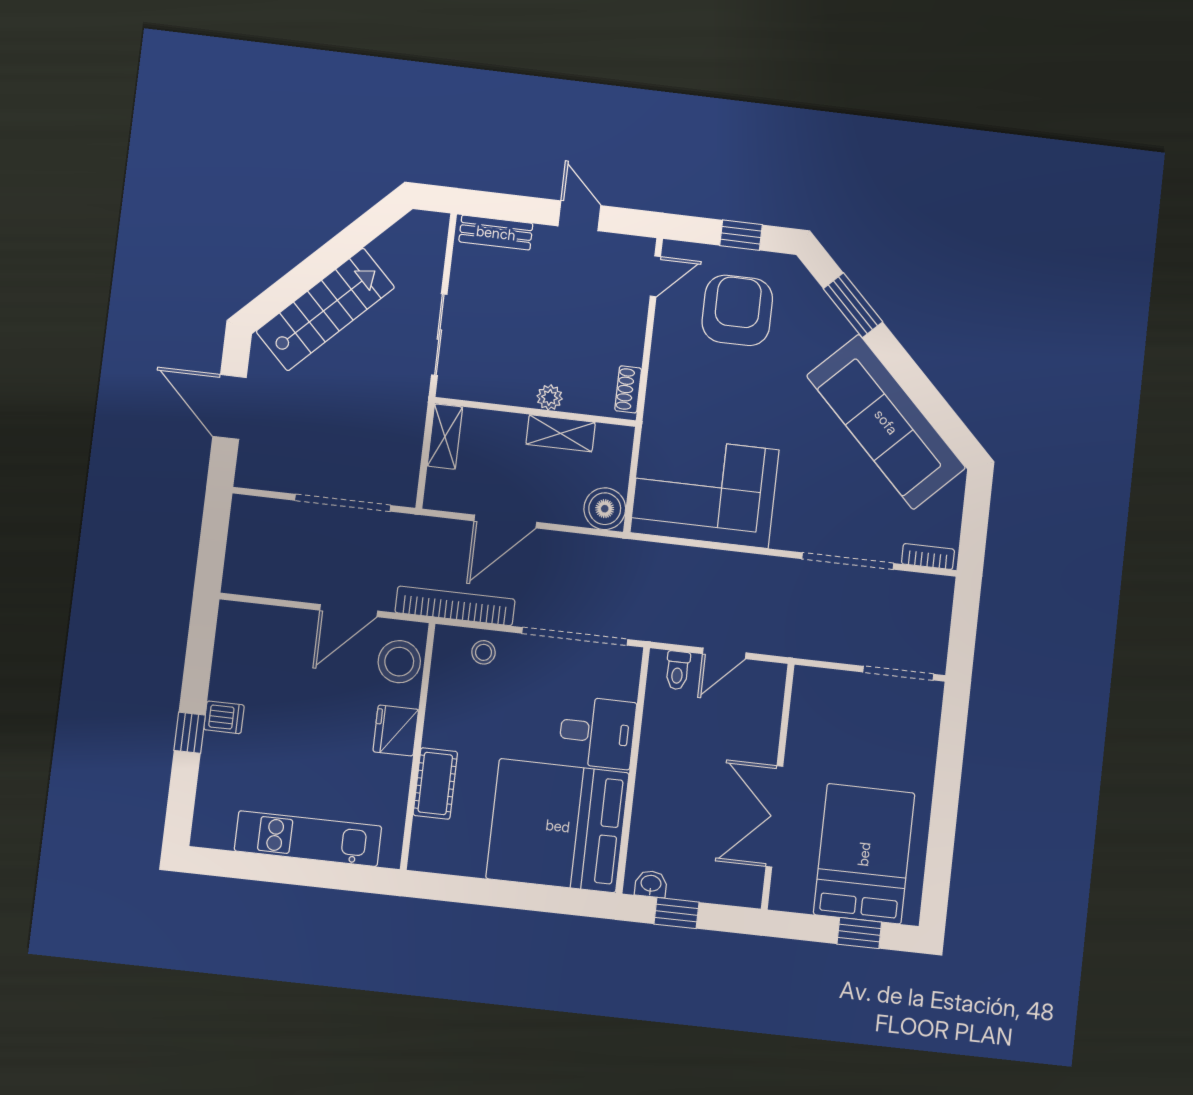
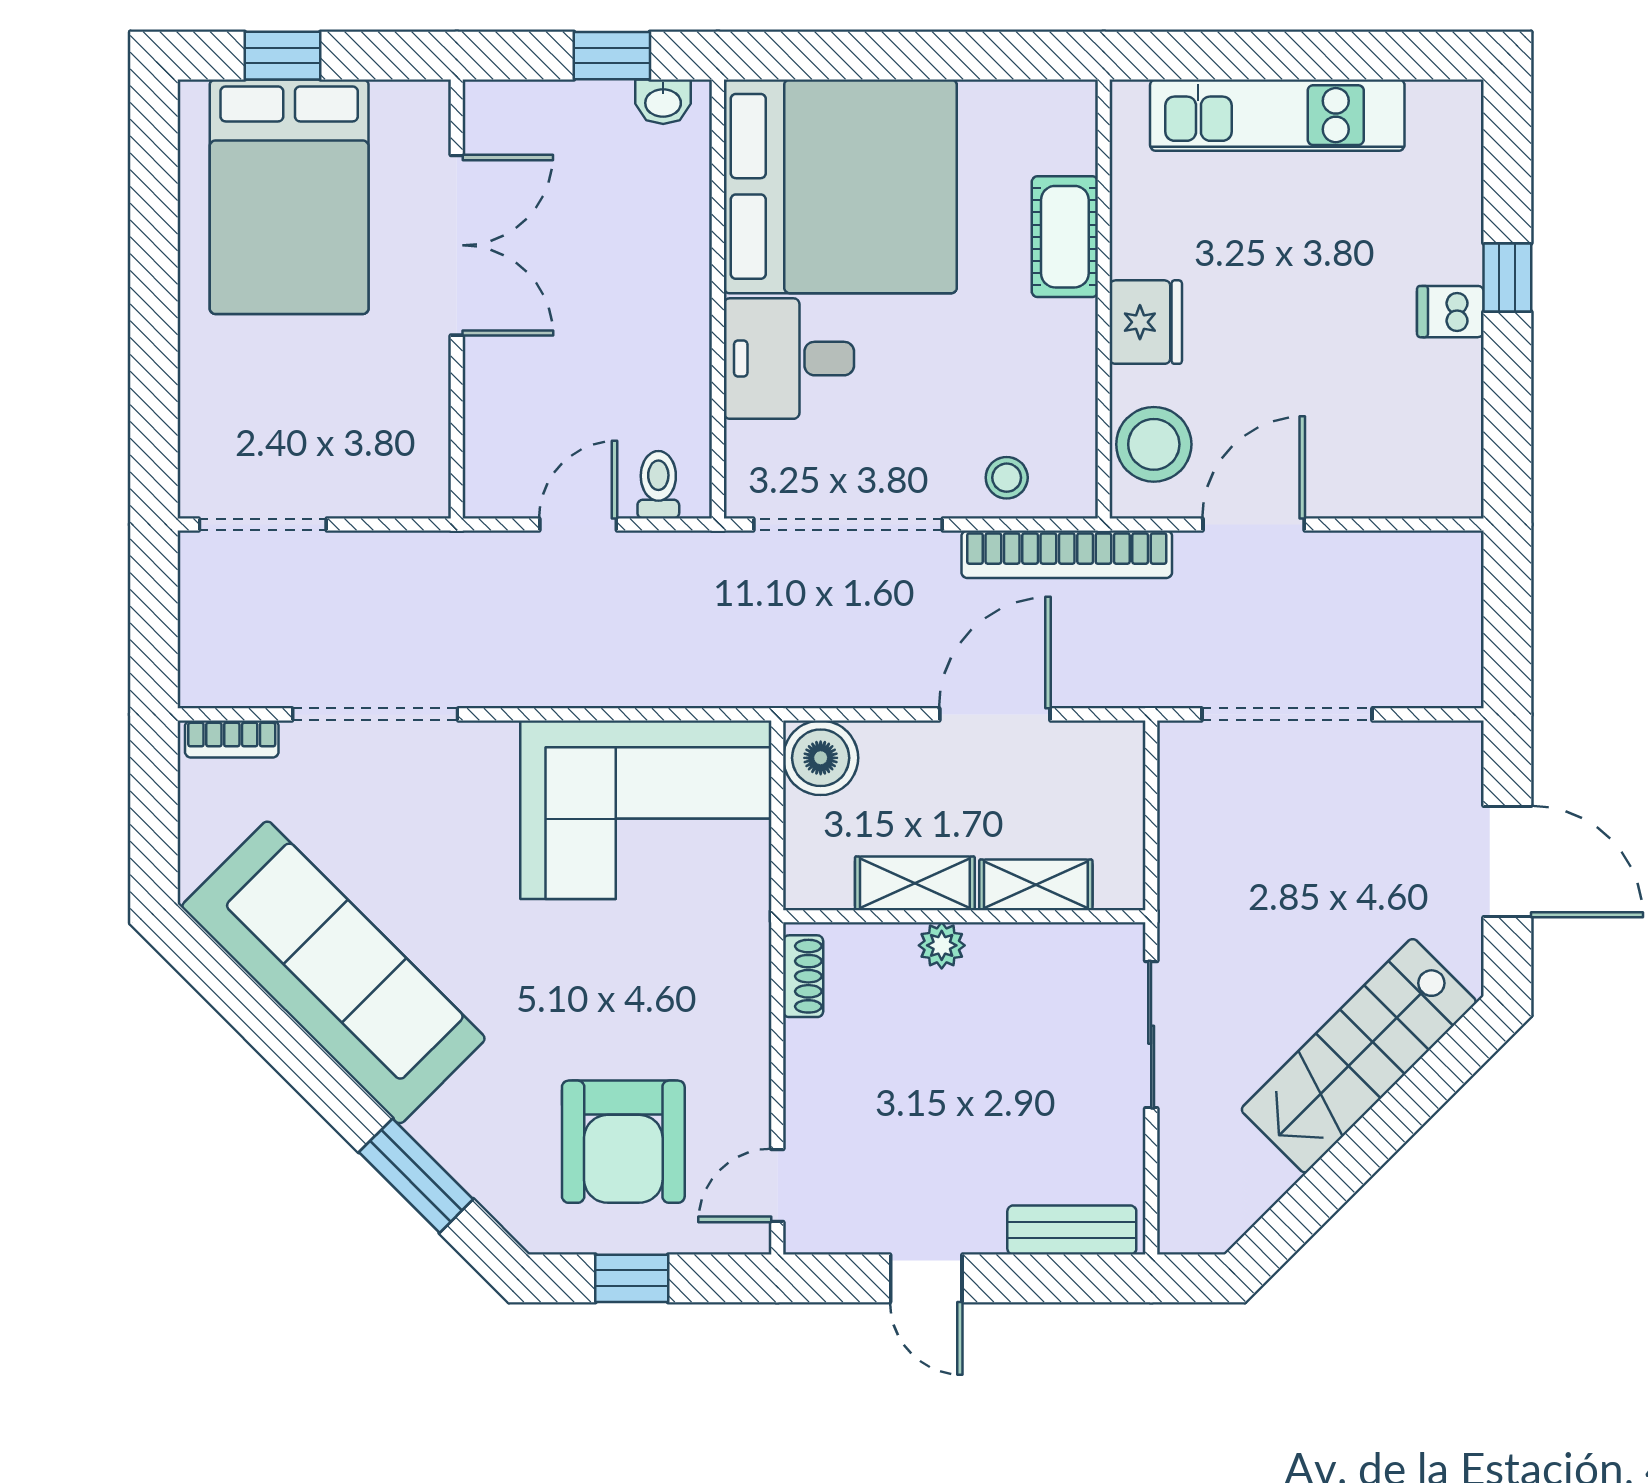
shelving: (445, 437) -> (1036, 885), moved, turned 90

